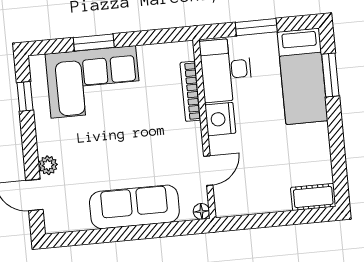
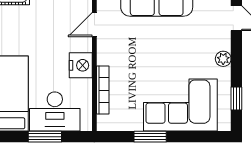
window: (94, 42) -> (150, 137), moved
desk: (226, 70) -> (55, 112), moved, turned 90
plant: (48, 165) -> (223, 59), moved

